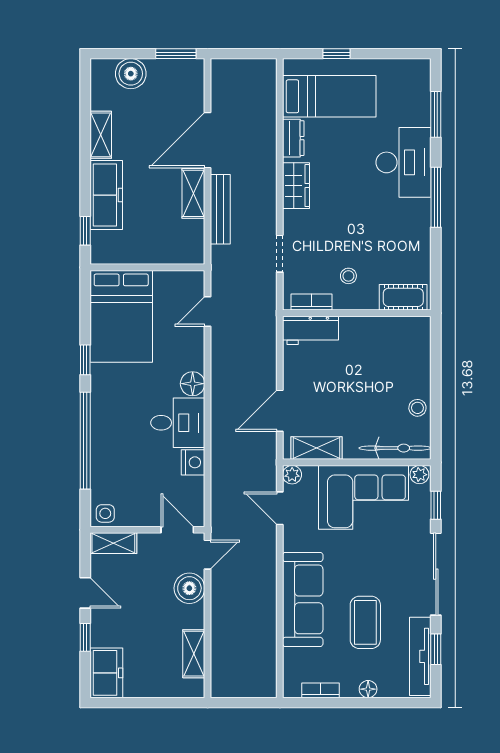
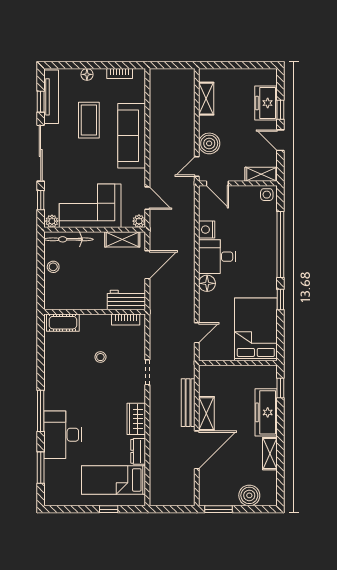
cot: (403, 297) -> (63, 323), moved
bookcase: (312, 302) -> (126, 319), moved
wall: (357, 313) -> (95, 312), moved
workbench: (310, 330) -> (126, 300), moved
freezer: (106, 673) -> (266, 103), moved

